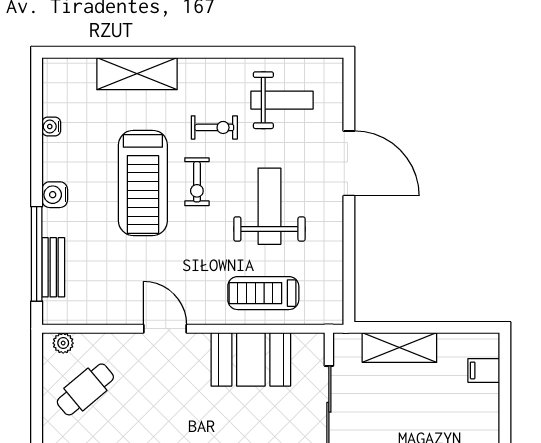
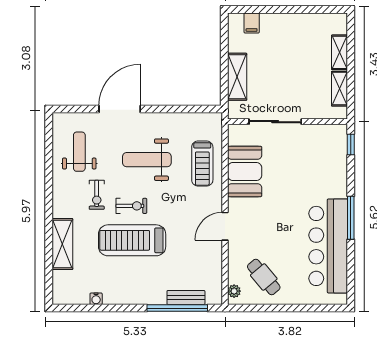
exercise bike: (214, 127) -> (97, 195), turned 180
treadmill: (143, 183) -> (132, 240), turned 180
water cooler: (55, 195) -> (140, 297), removed

